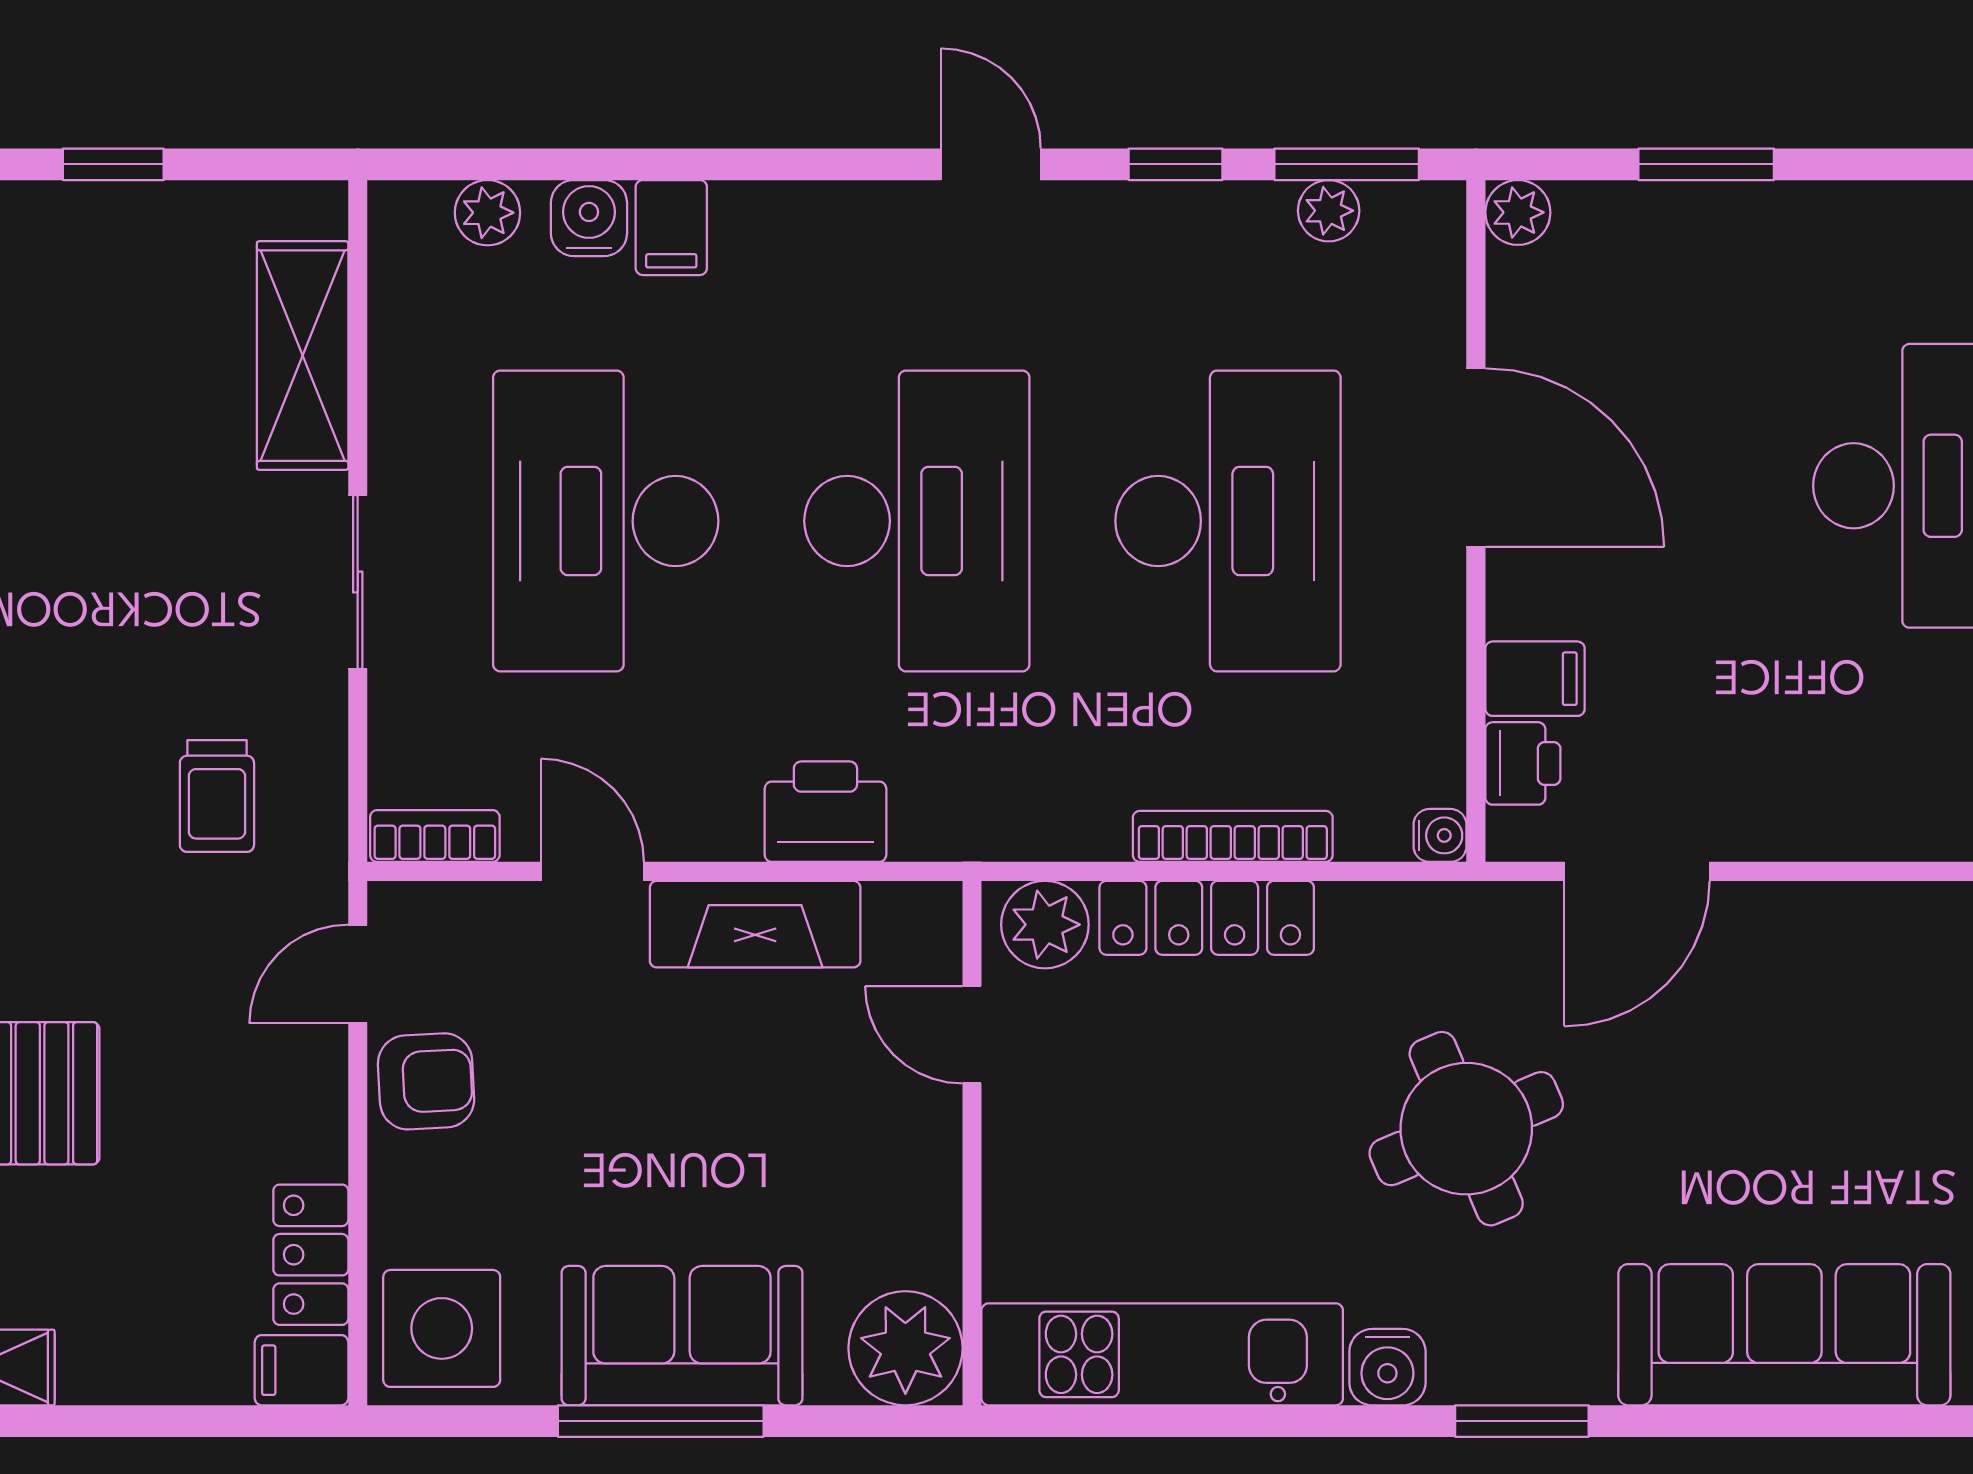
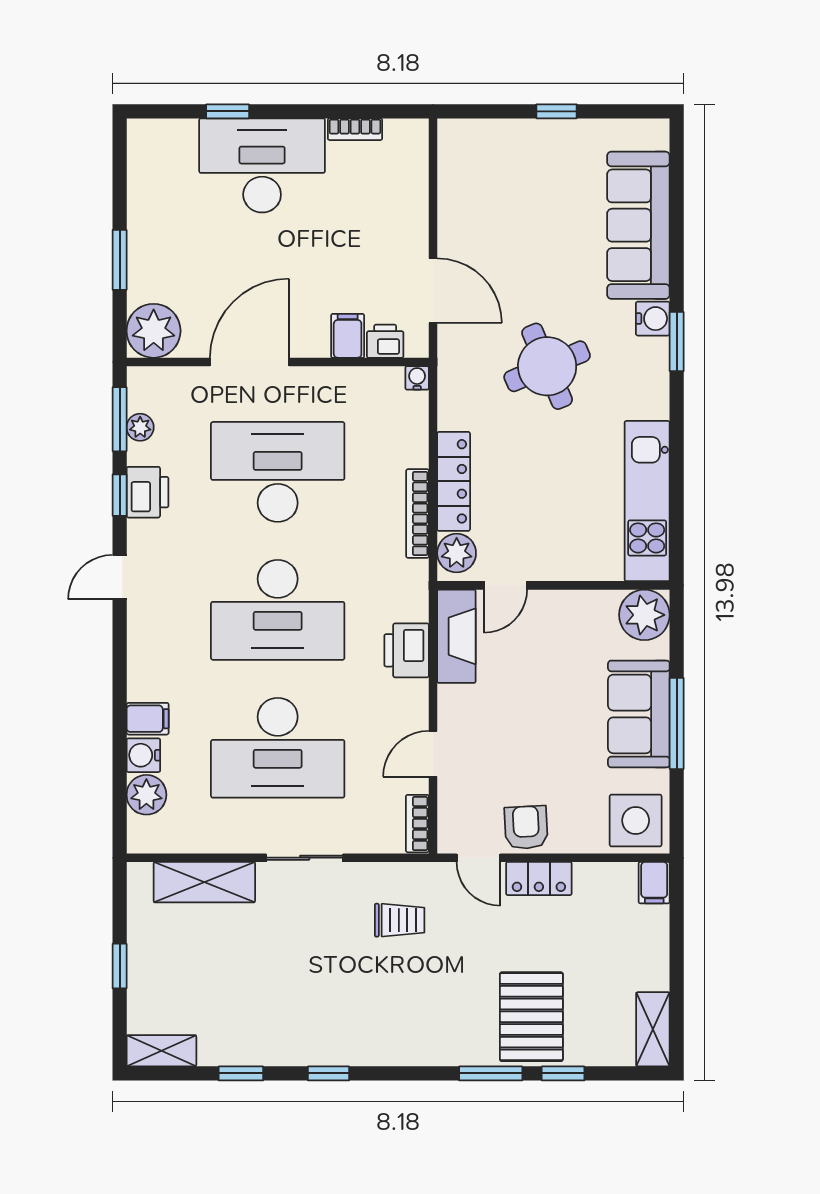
plant: (1518, 212) -> (154, 331), width x1.87, depth x1.87
plant: (487, 213) -> (146, 795), width x1.38, depth x1.38
printer: (1182, 227) -> (147, 492), added
desk: (917, 521) -> (278, 610), turned 180
bookcase: (1233, 836) -> (418, 514), moved
fireplace: (755, 924) -> (456, 636), moved
locker: (311, 1255) -> (539, 879), moved
water cooler: (1387, 1367) -> (653, 319), moved

